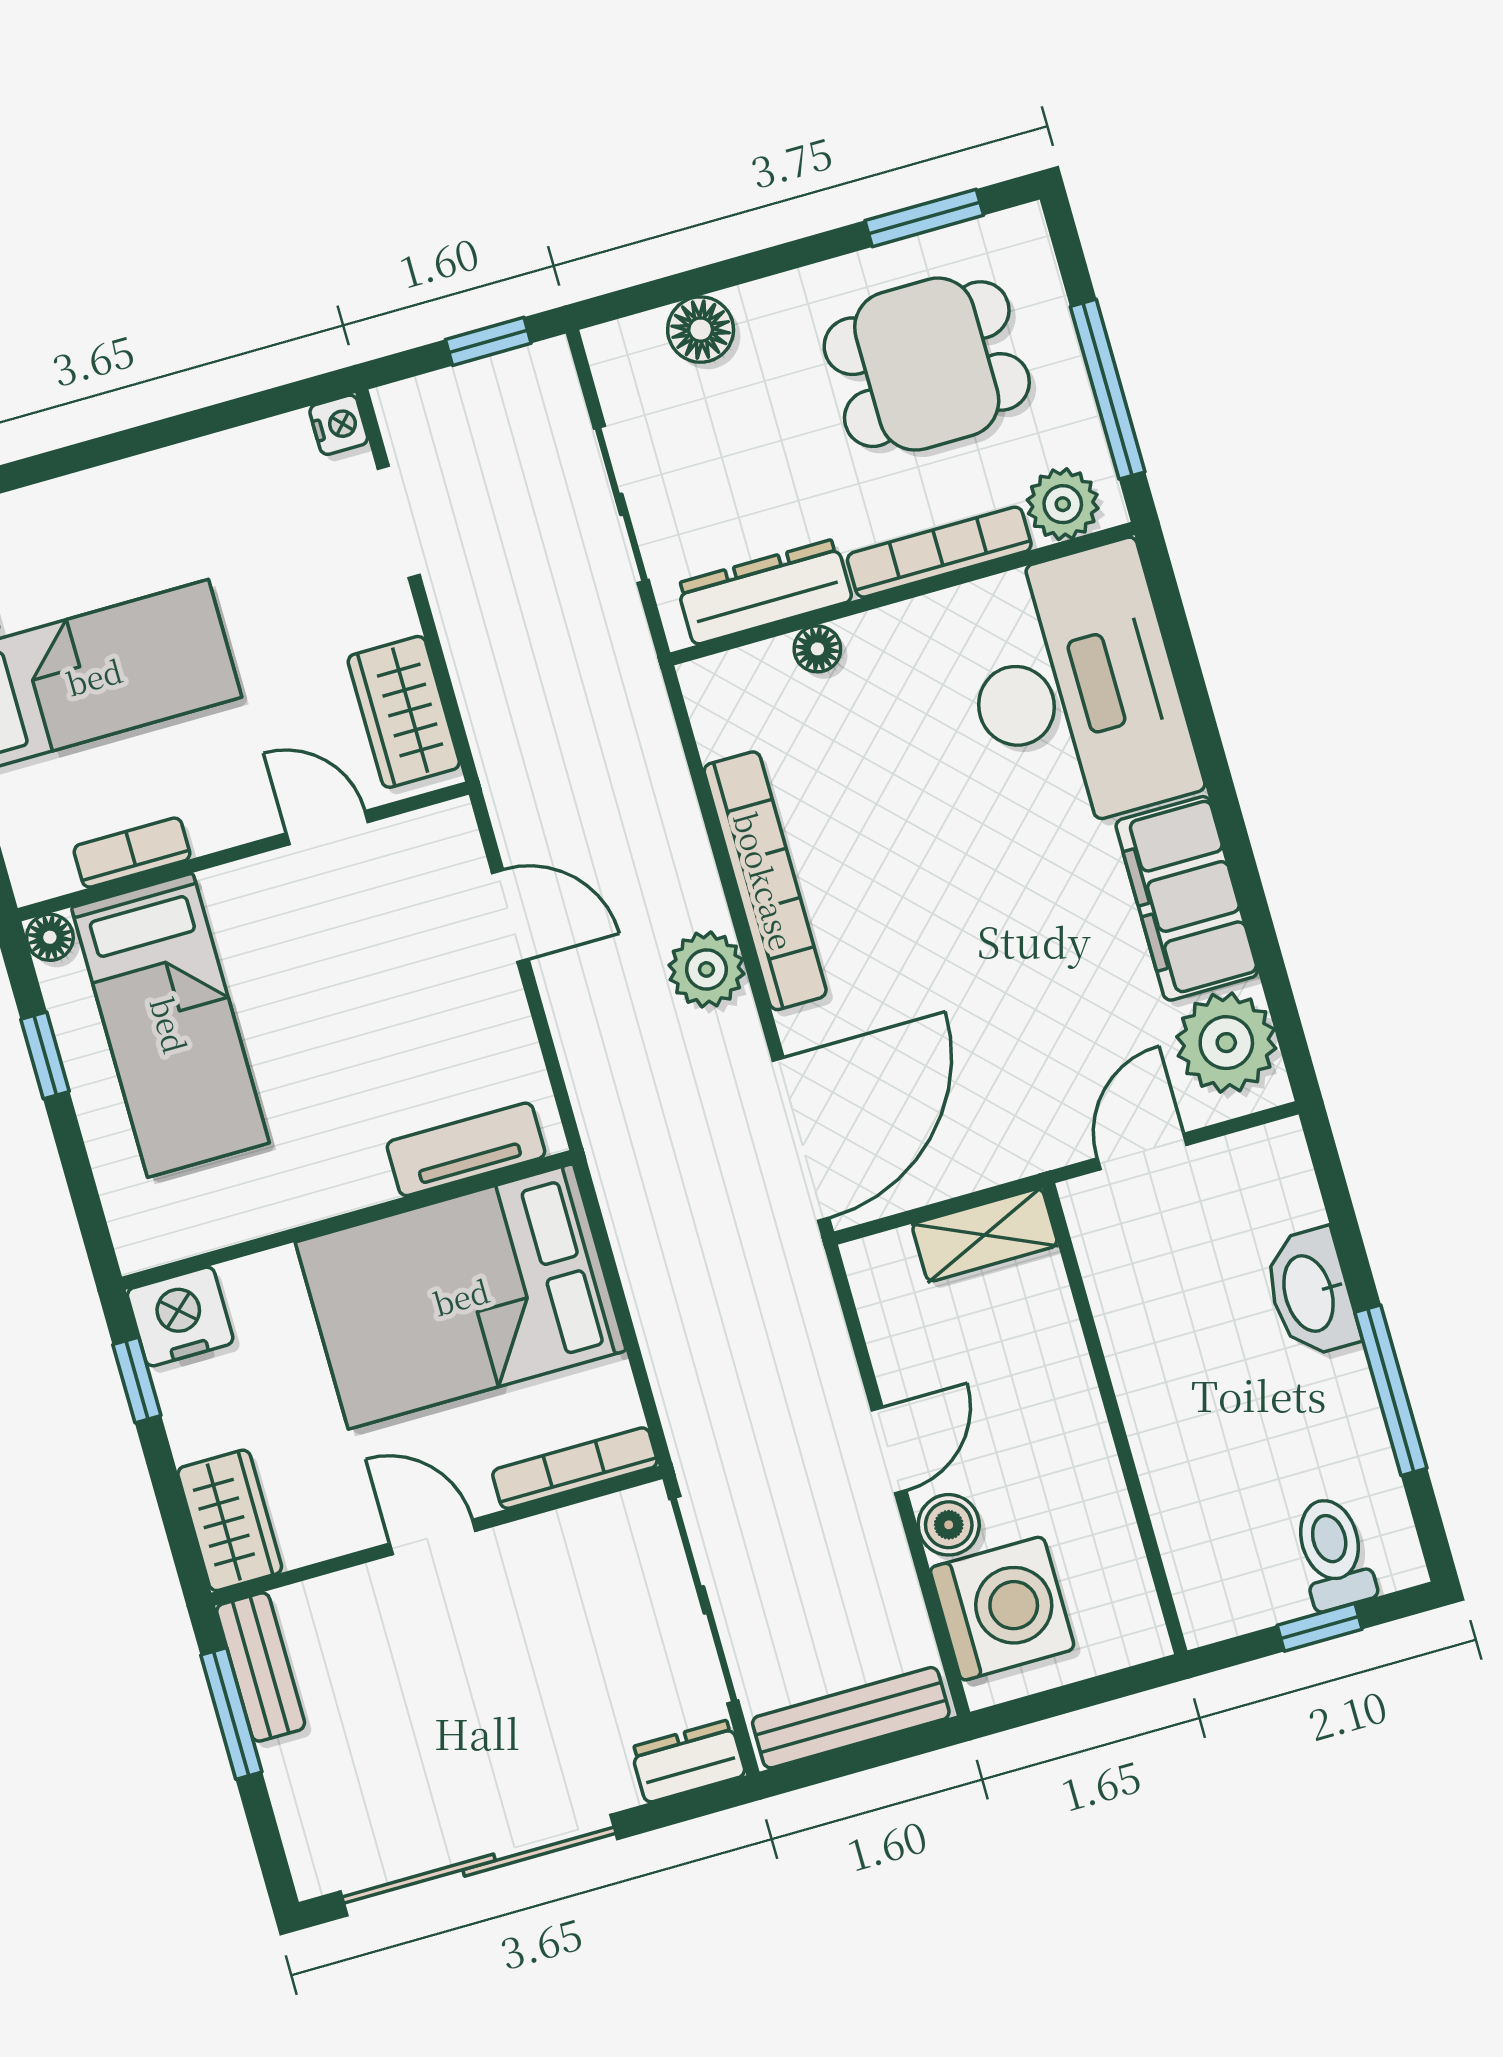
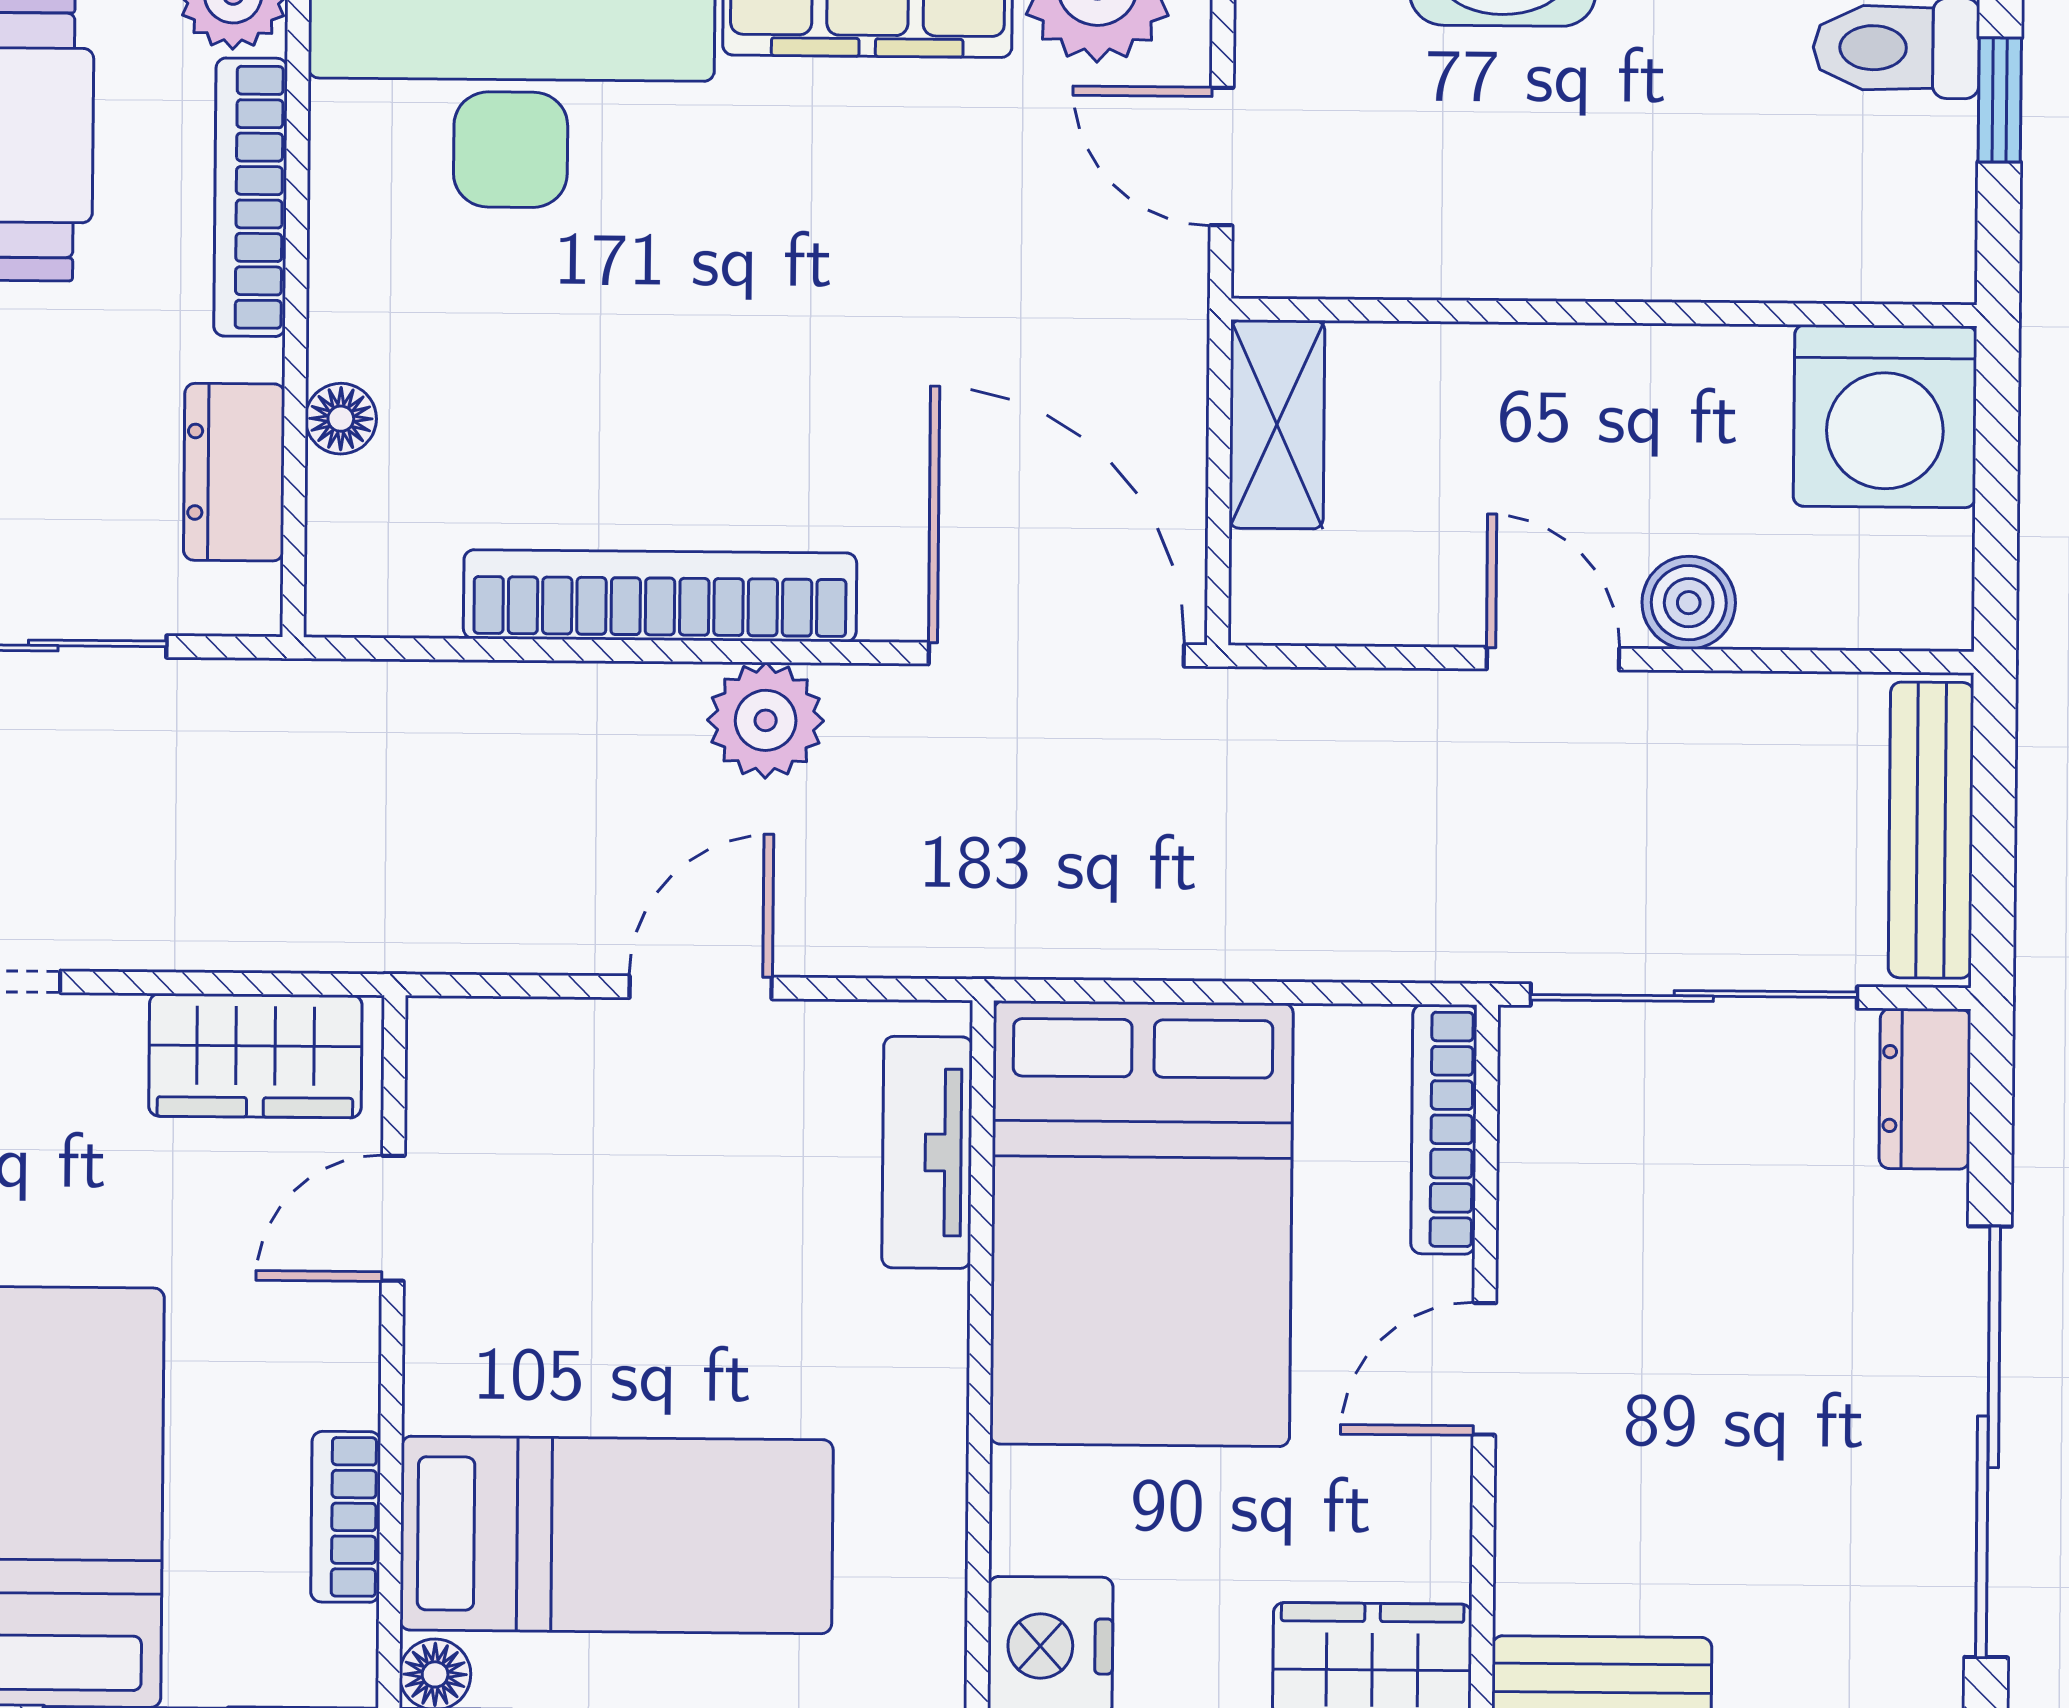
dresser: (764, 592) -> (234, 472), width x0.70
door: (510, 916) -> (701, 987), moved
washing machine: (1002, 1608) -> (1885, 416), moved, turned 180

